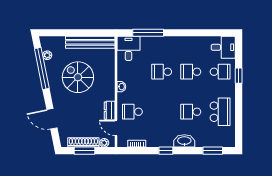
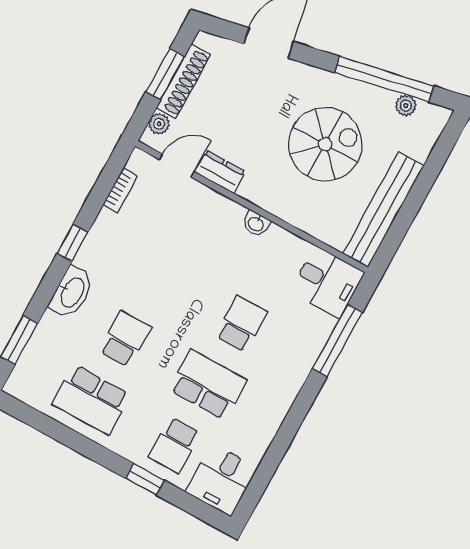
school desk: (191, 72) -> (208, 385), width x1.85
school desk: (132, 112) -> (191, 218), removed

